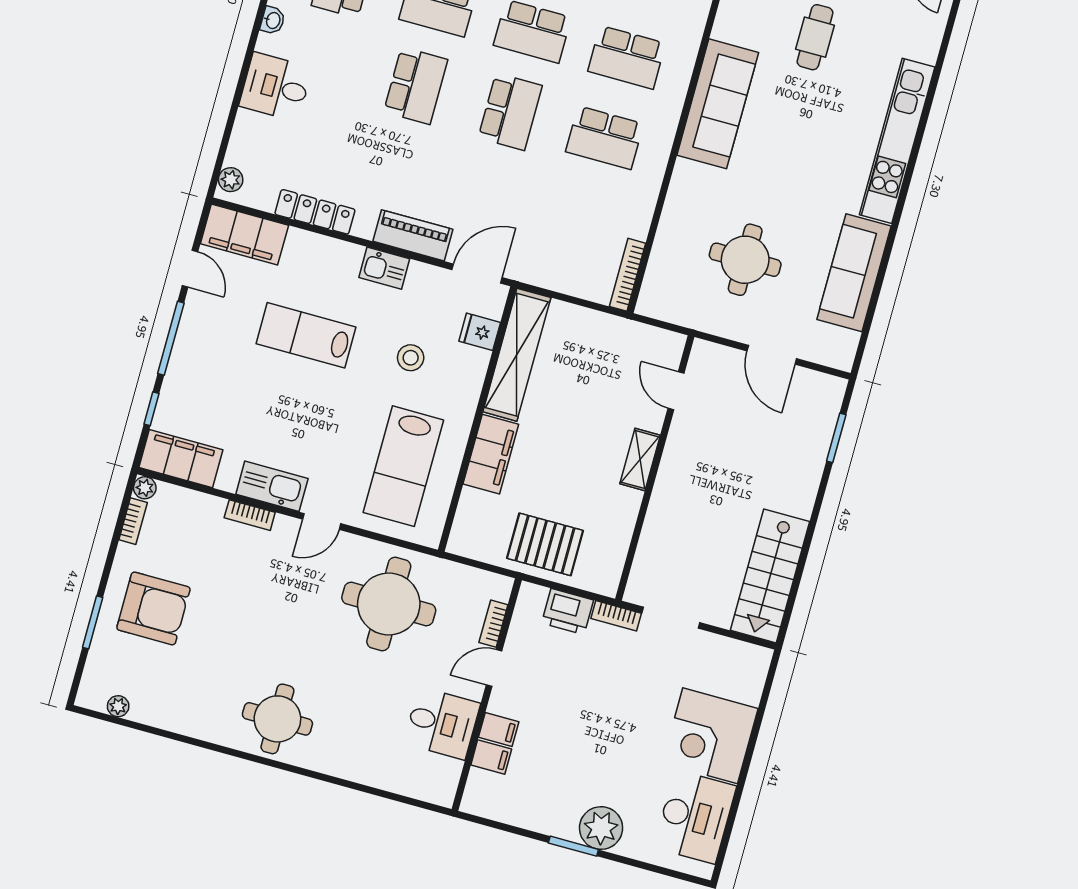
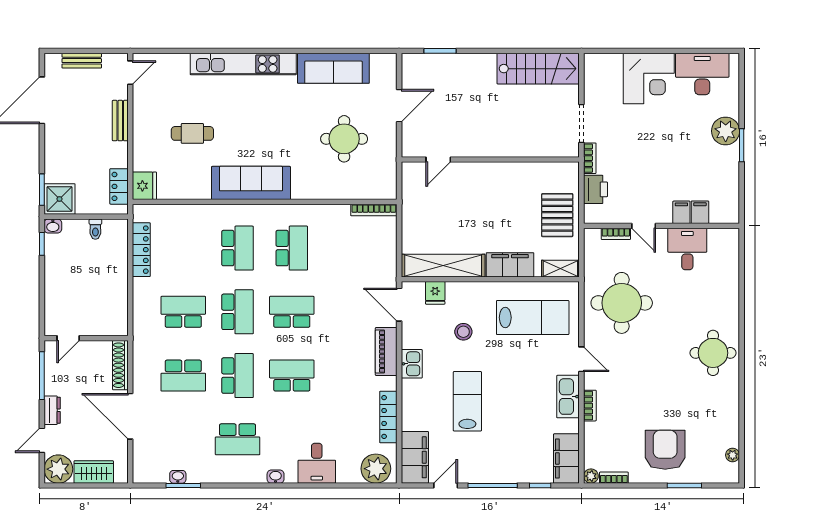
plant: (231, 180) -> (376, 469), width x1.87, depth x1.87
lab bench: (306, 335) -> (467, 401), turned 180
shelving: (640, 460) -> (560, 269), moved

